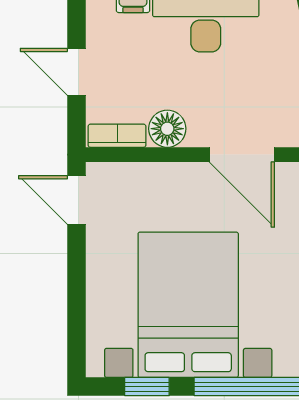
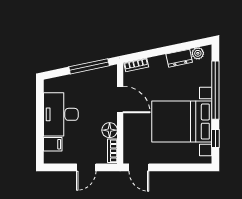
door: (242, 155) -> (120, 100), hinge flipped
door: (76, 200) -> (139, 167), hinge flipped

